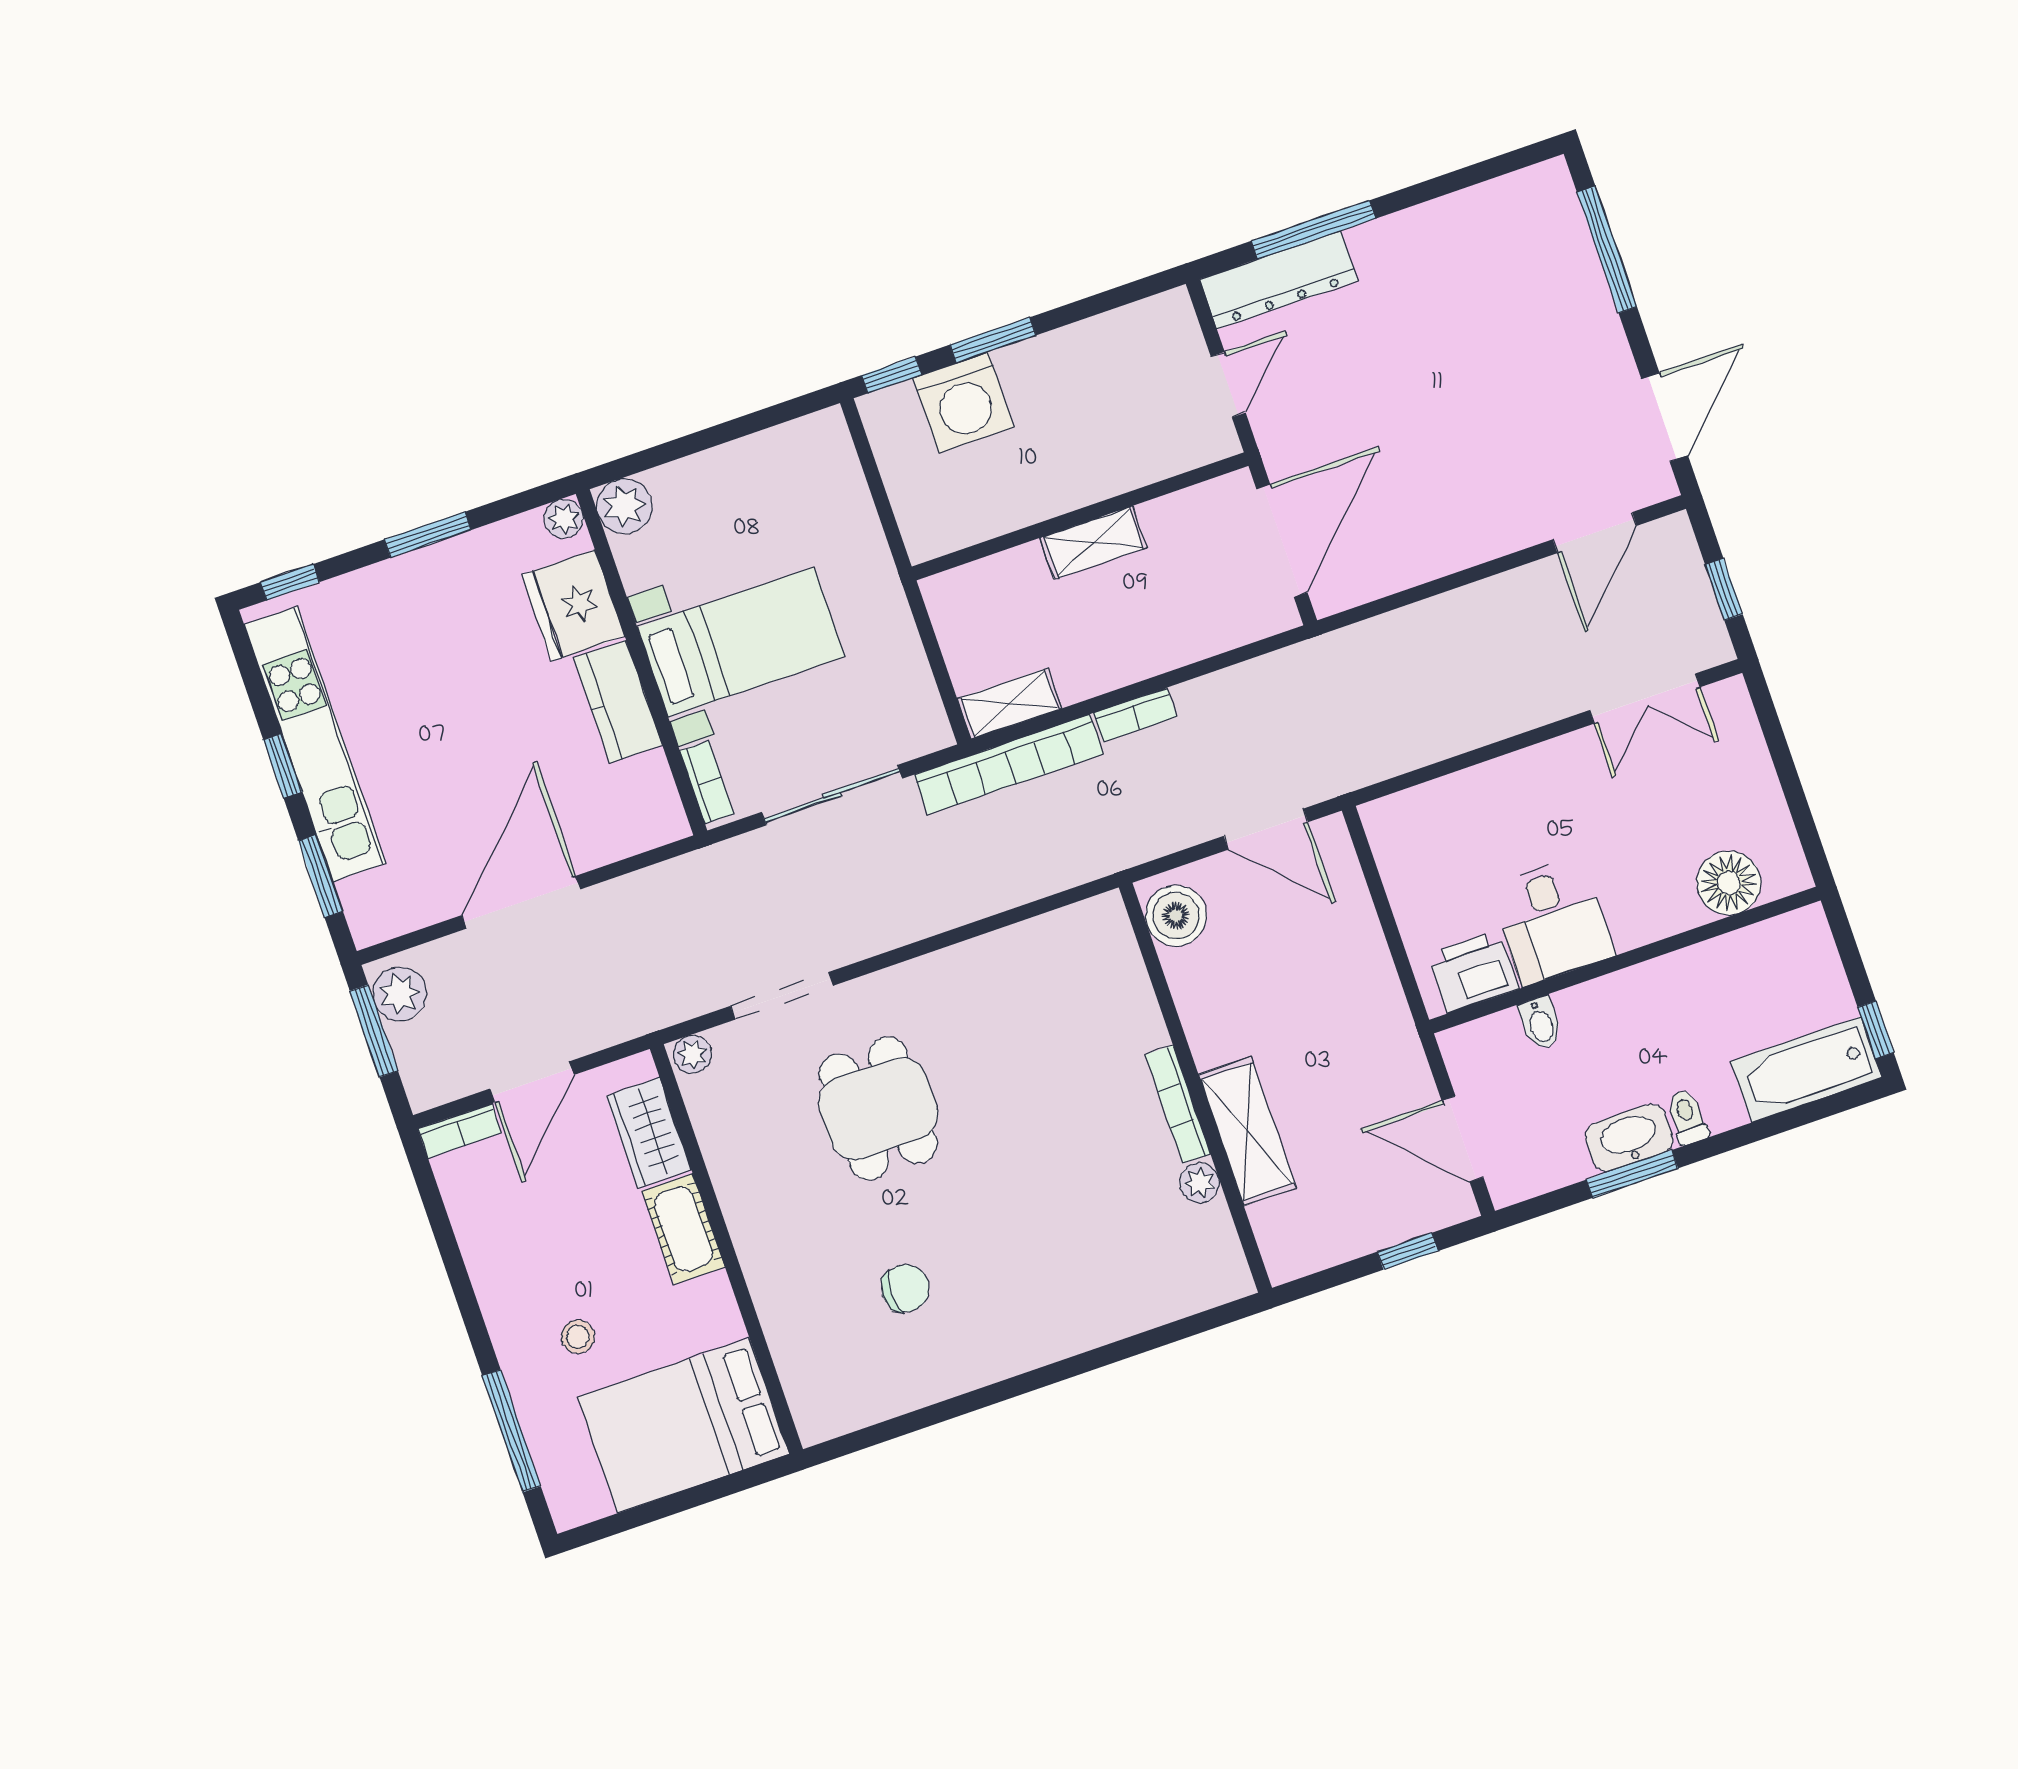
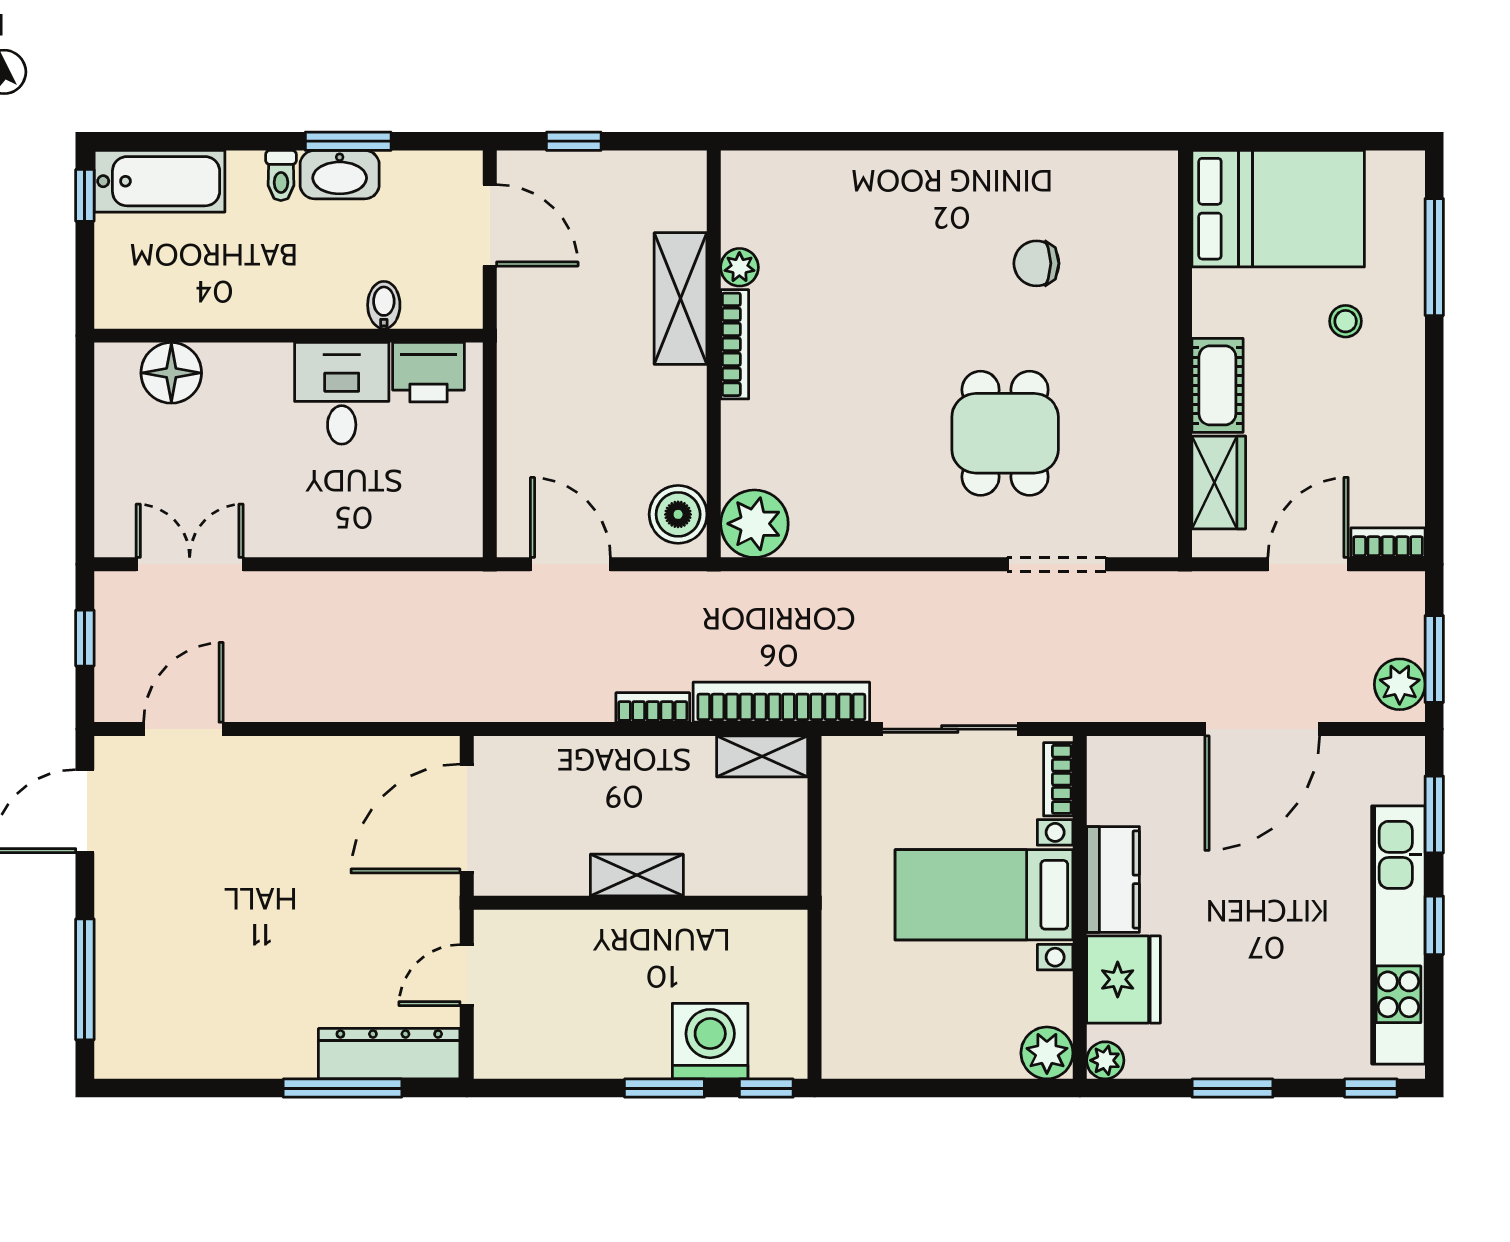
plant: (692, 1054) -> (754, 524), moved, width x1.87, depth x1.87

